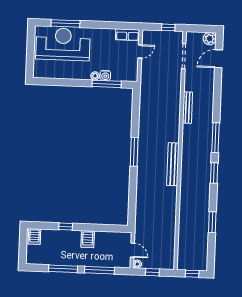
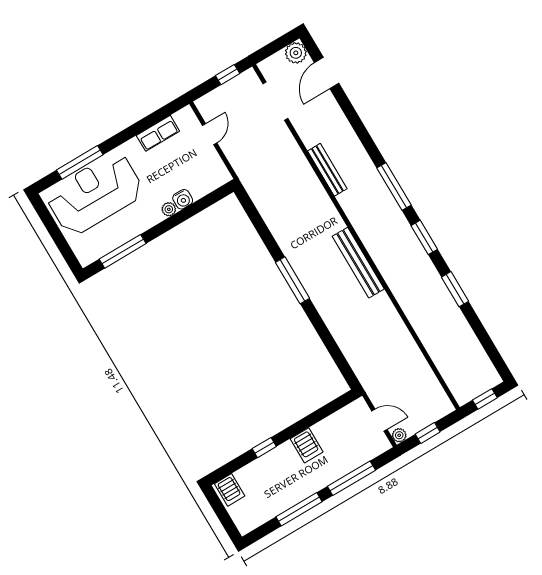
row of seats: (128, 35) -> (158, 133), moved
window: (107, 84) -> (123, 251), moved
window: (212, 222) -> (455, 289), moved

